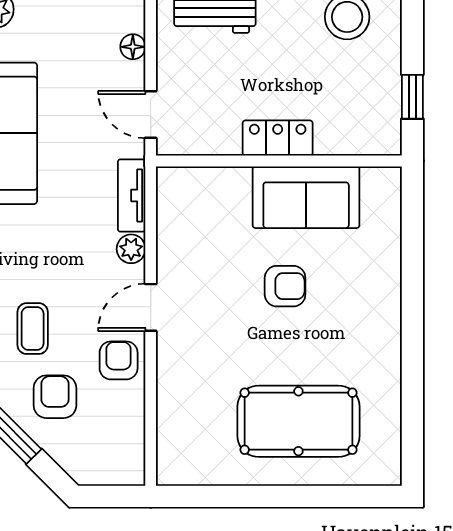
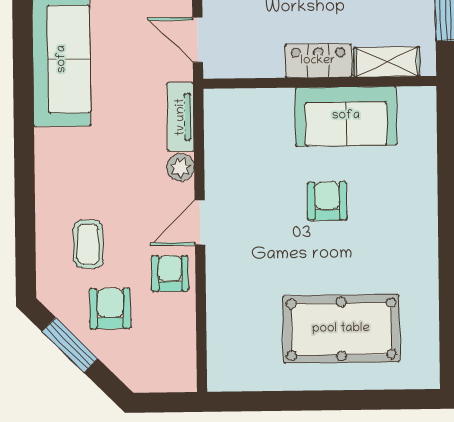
shelving: (350, 140) -> (387, 62), added
armchair: (285, 286) -> (327, 201), turned -90

